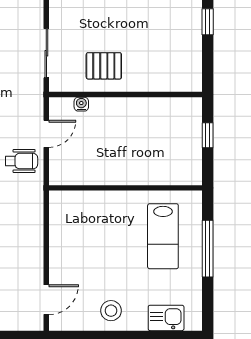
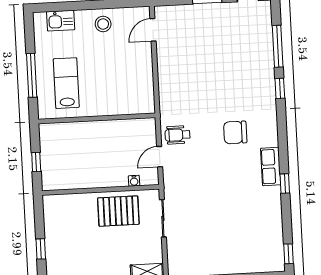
pallet: (104, 66) -> (118, 211), width x1.50, depth x1.42

